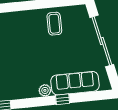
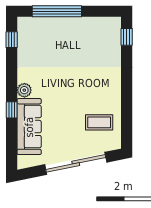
coffee table: (54, 24) -> (99, 122), moved

